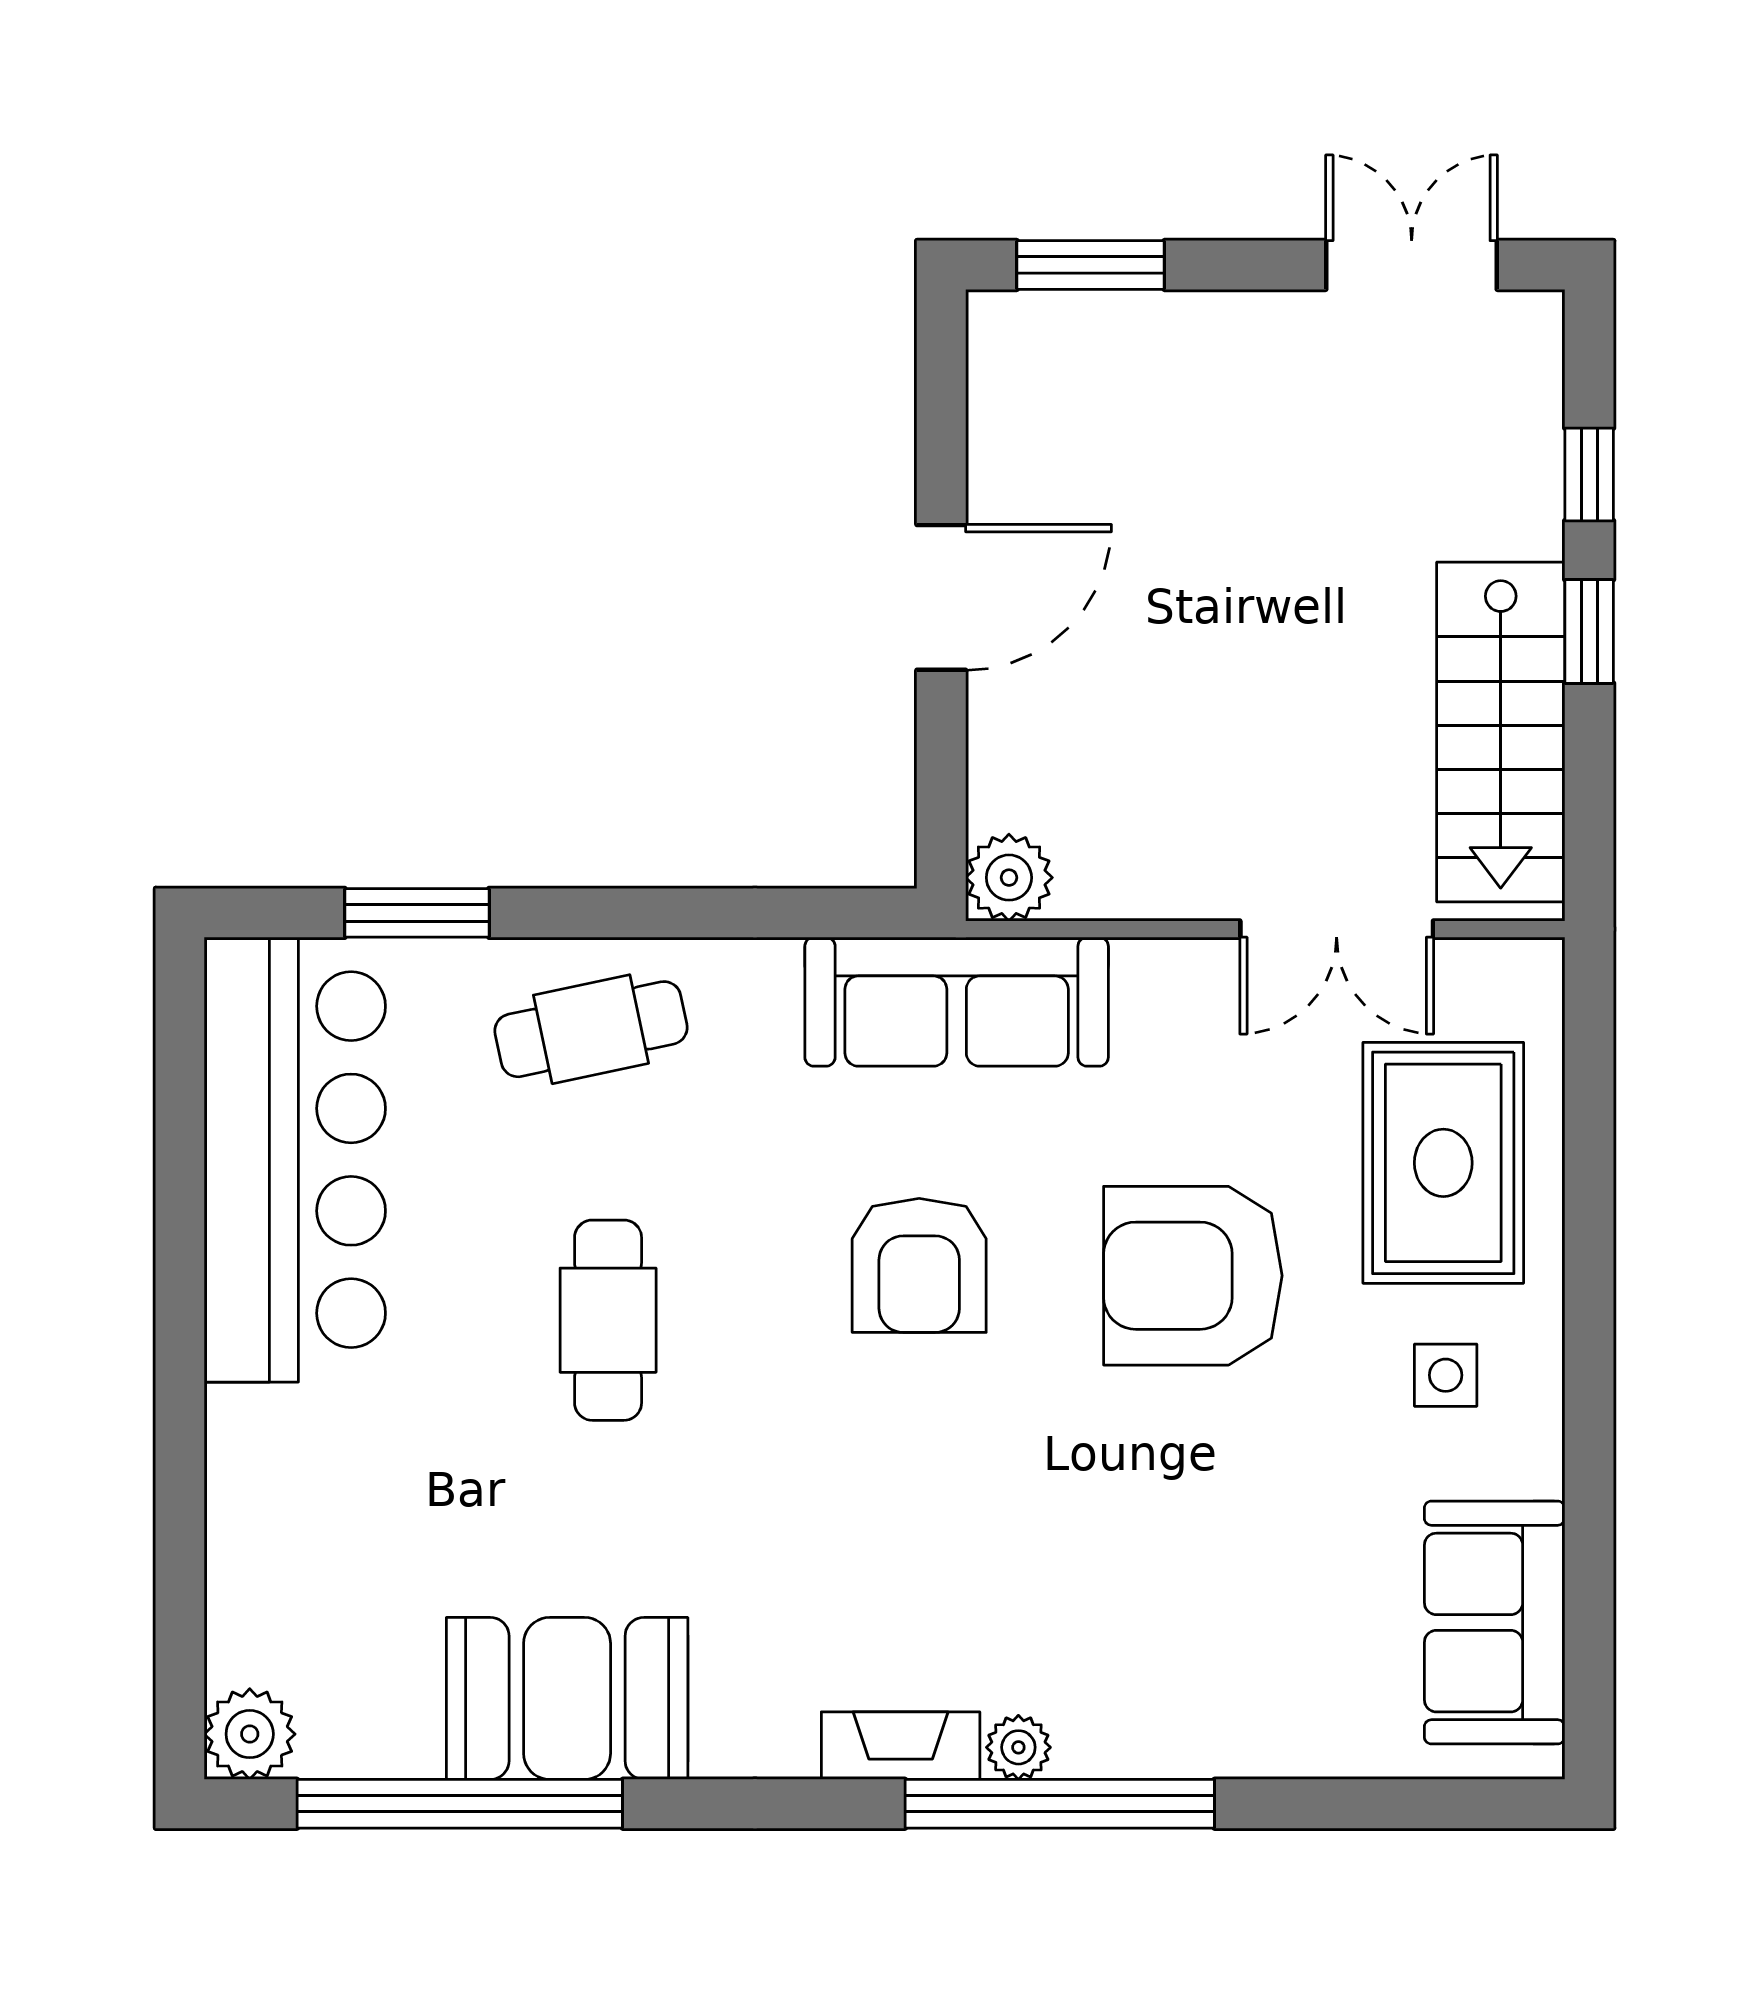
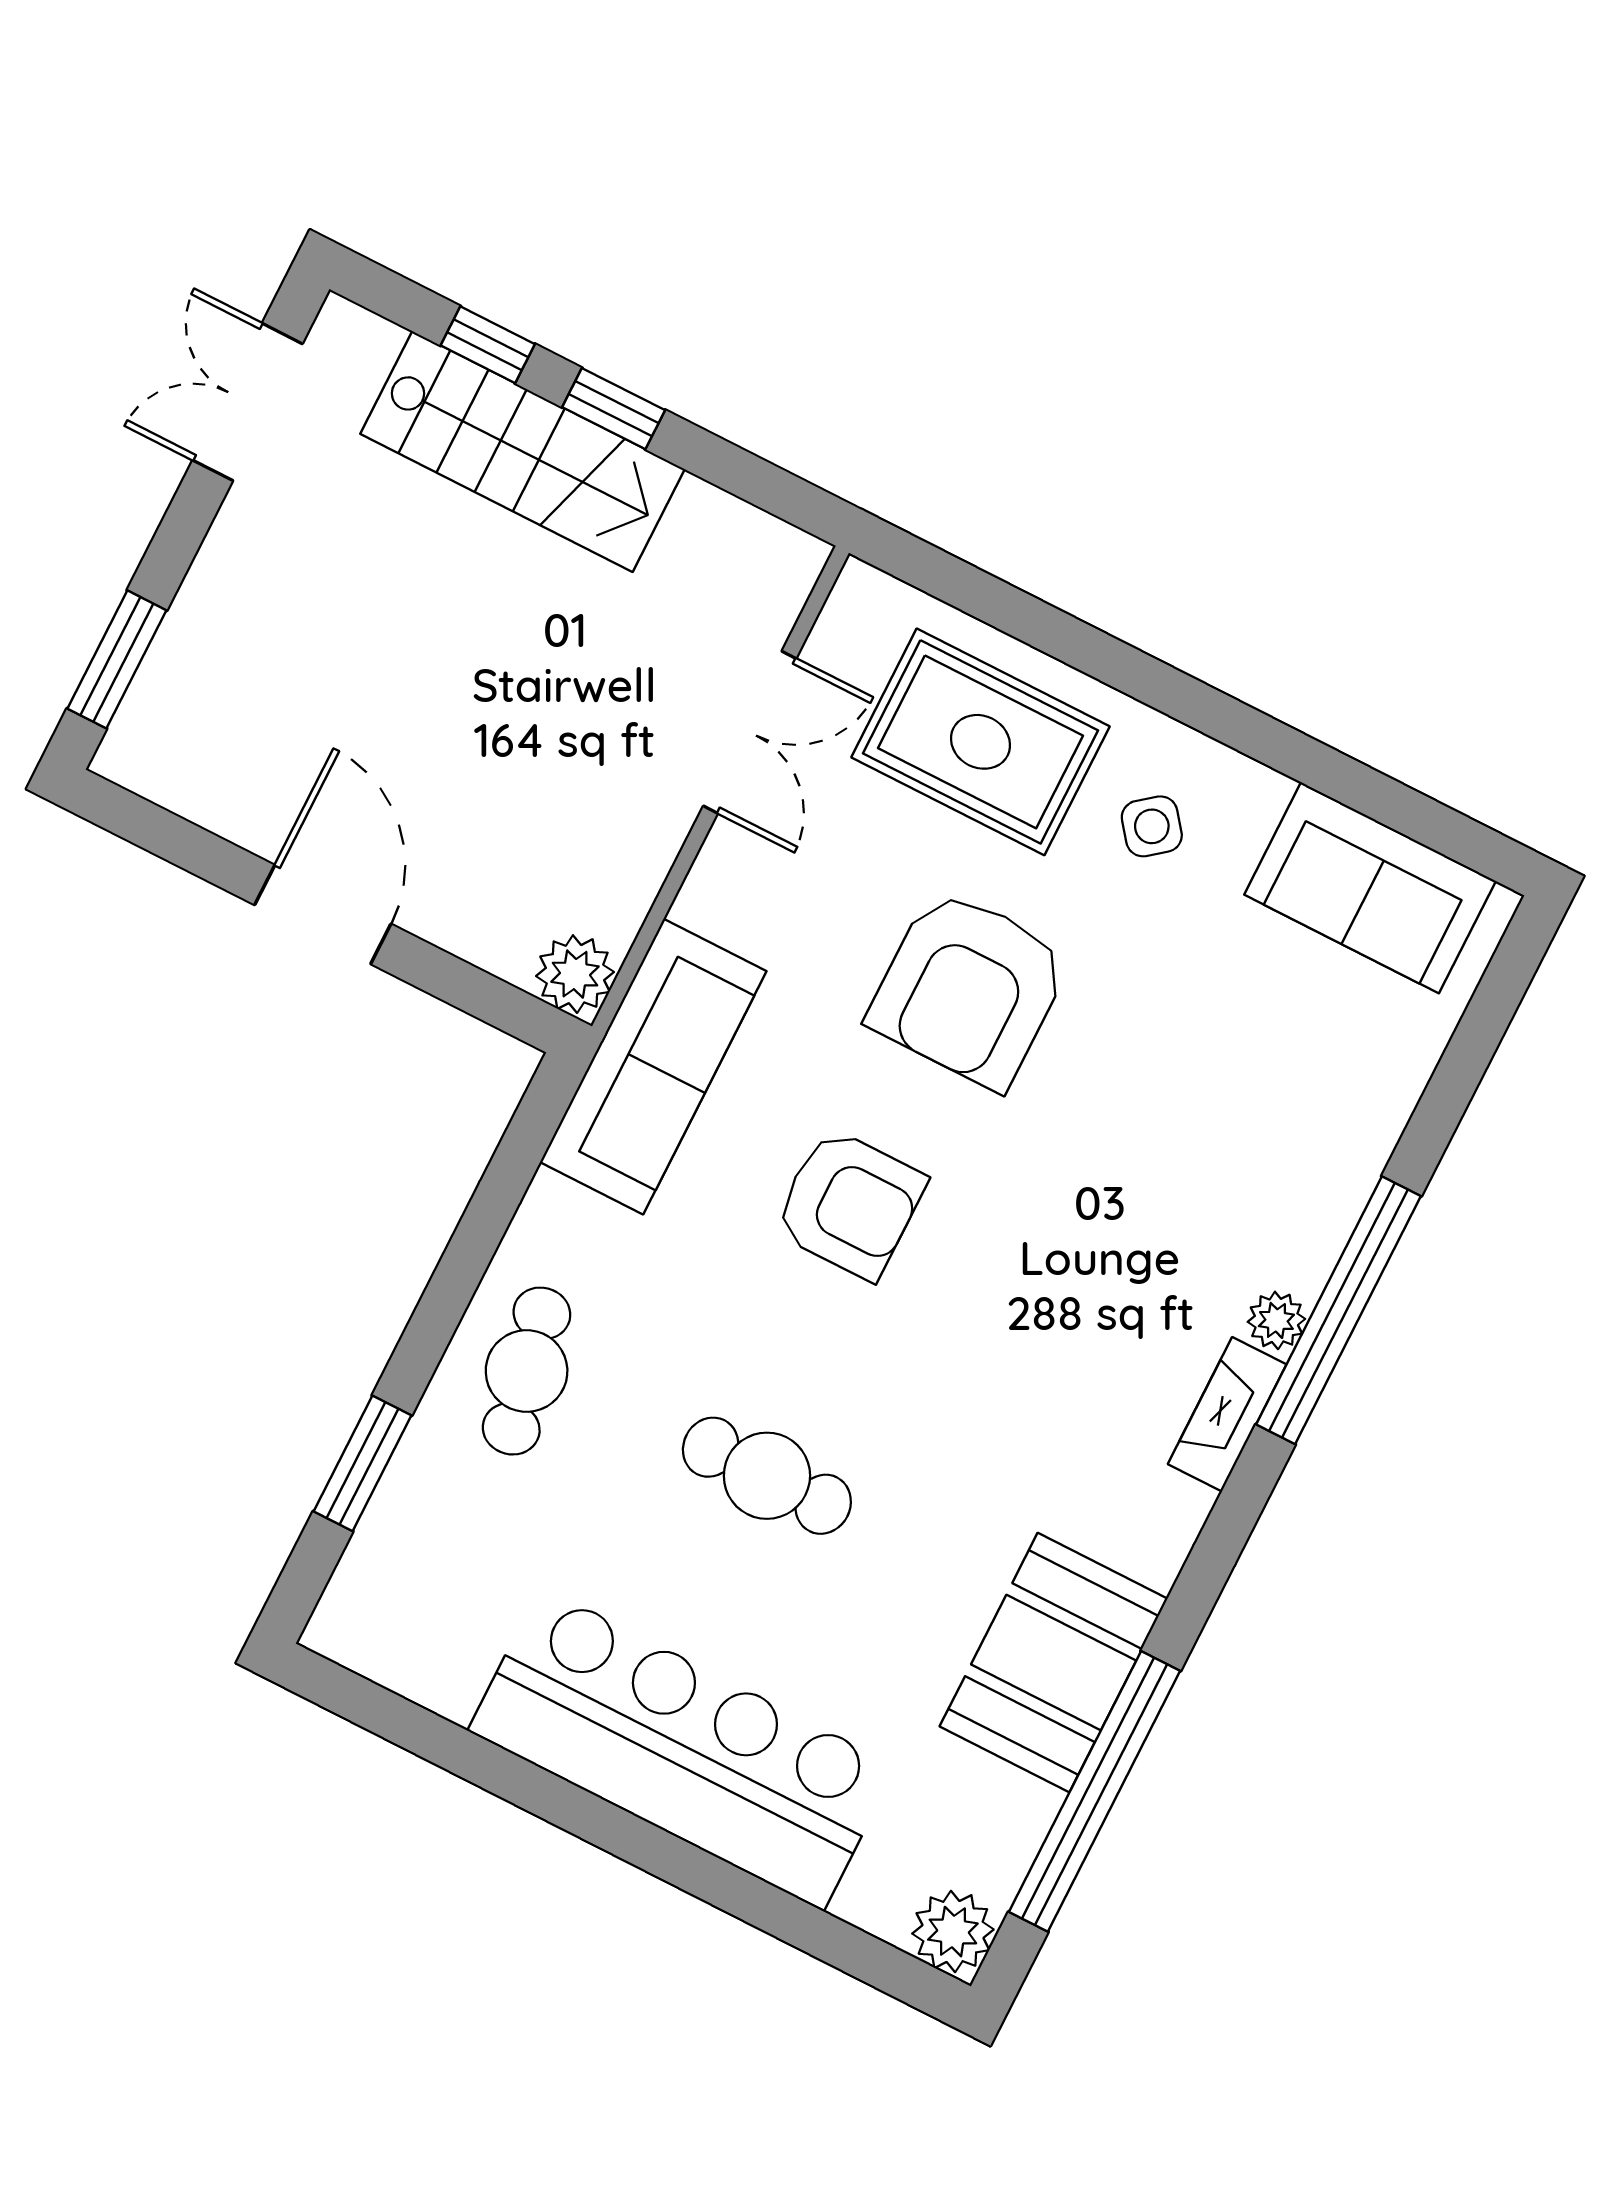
stairs: (1501, 732) -> (522, 452), moved
bar counter: (295, 1160) -> (682, 1749), moved
side table: (1446, 1375) -> (1152, 826), turned -38

